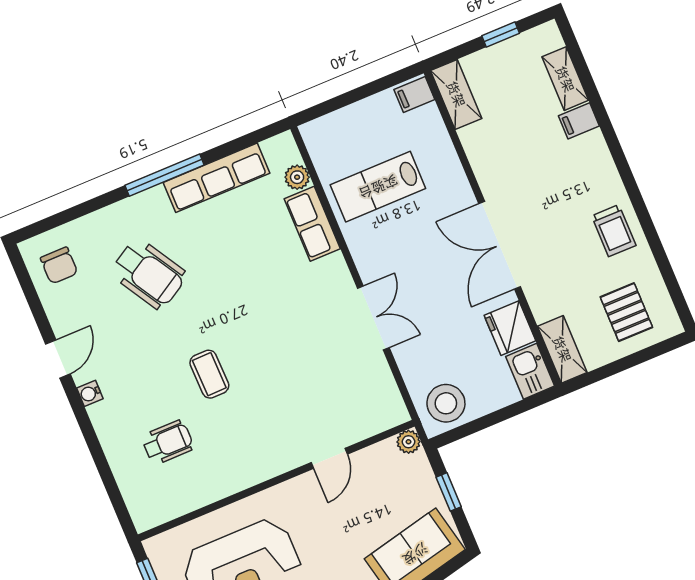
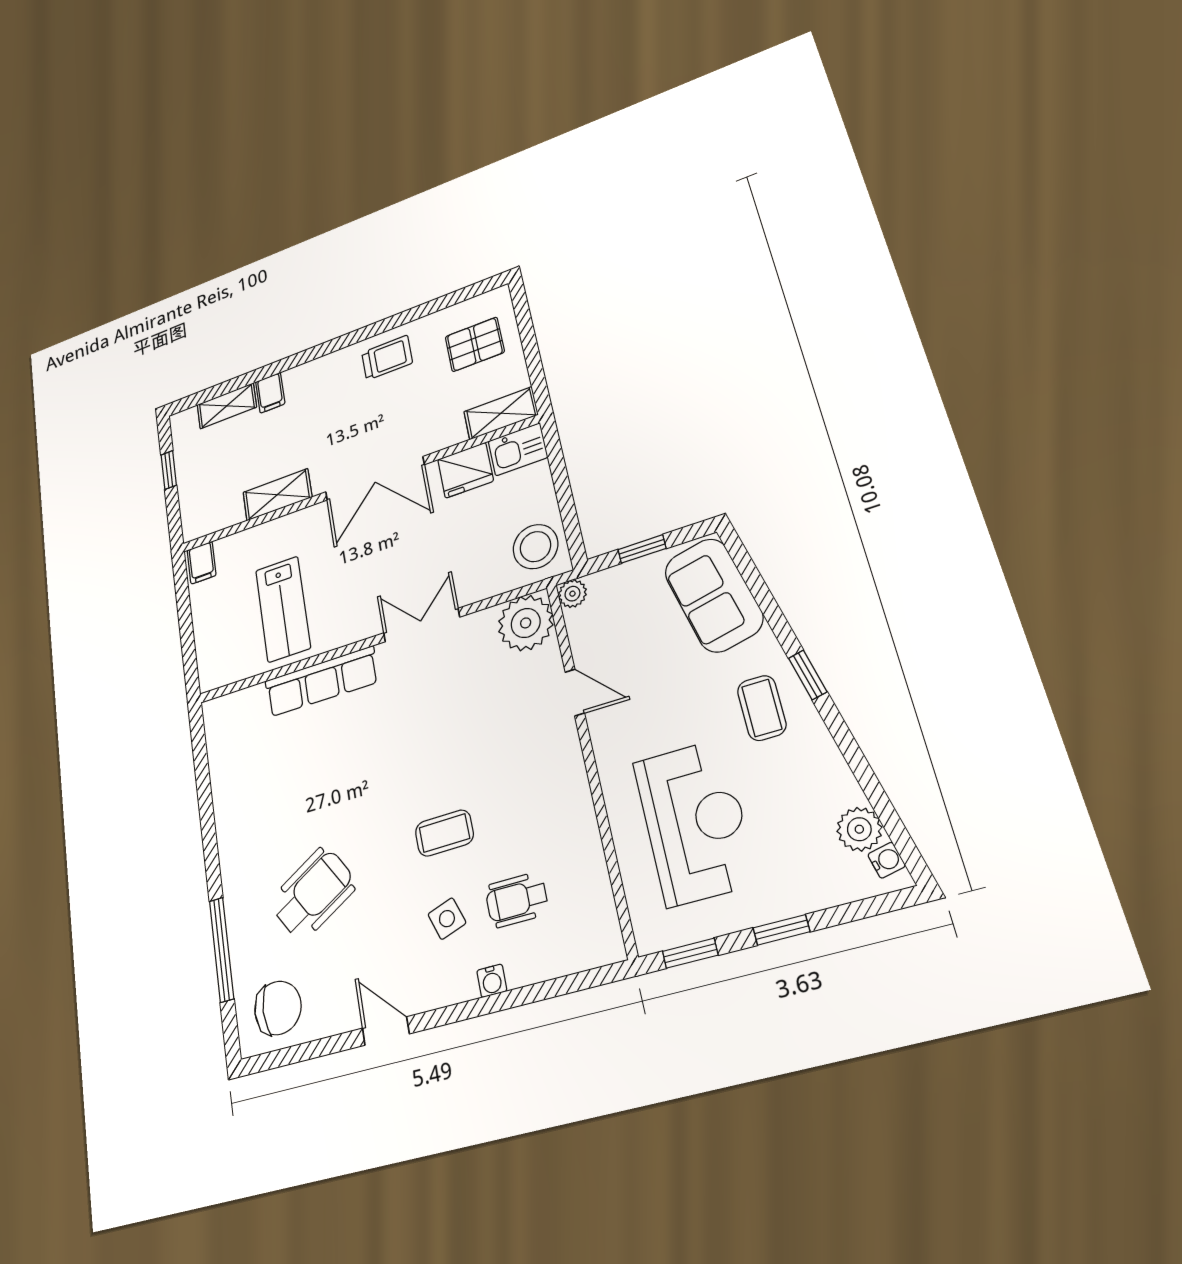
shelving: (456, 94) -> (277, 495), moved
window: (165, 175) -> (222, 950), moved
plant: (297, 177) -> (526, 623), moved, width x1.87, depth x1.87
row of seats: (216, 178) -> (229, 795), removed
row of seats: (312, 224) -> (321, 681), width x1.48
chair: (59, 265) -> (278, 1008), width x1.37, depth x1.37
side table: (146, 390) -> (447, 919), added
water cooler: (90, 393) -> (492, 981), moved
wheelchair: (168, 442) -> (517, 900), turned -90

